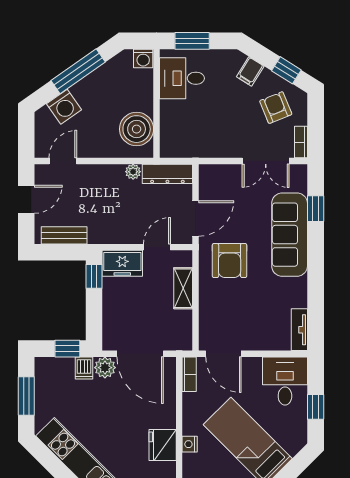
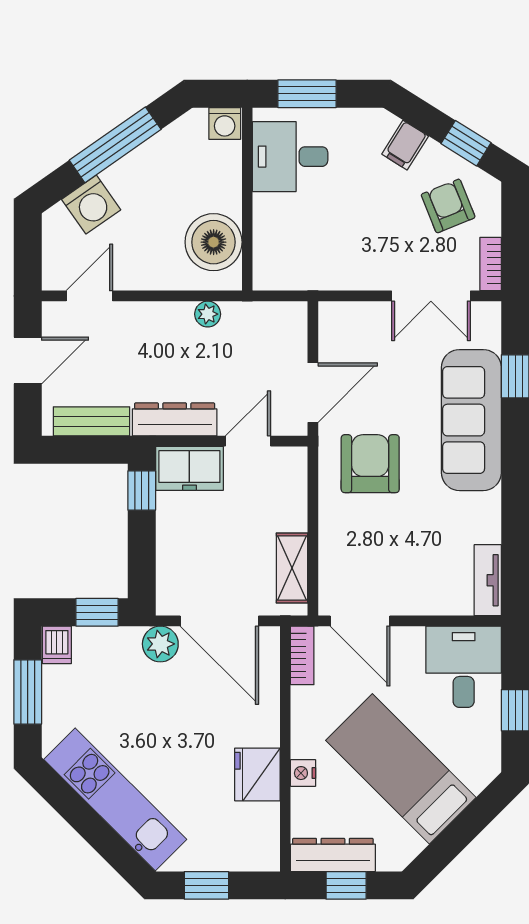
dresser: (167, 174) -> (175, 419), moved, turned 180
armchair: (230, 261) -> (370, 464), turned 180
shelving: (183, 288) -> (292, 568), moved
dishwasher: (84, 368) -> (57, 645), moved

